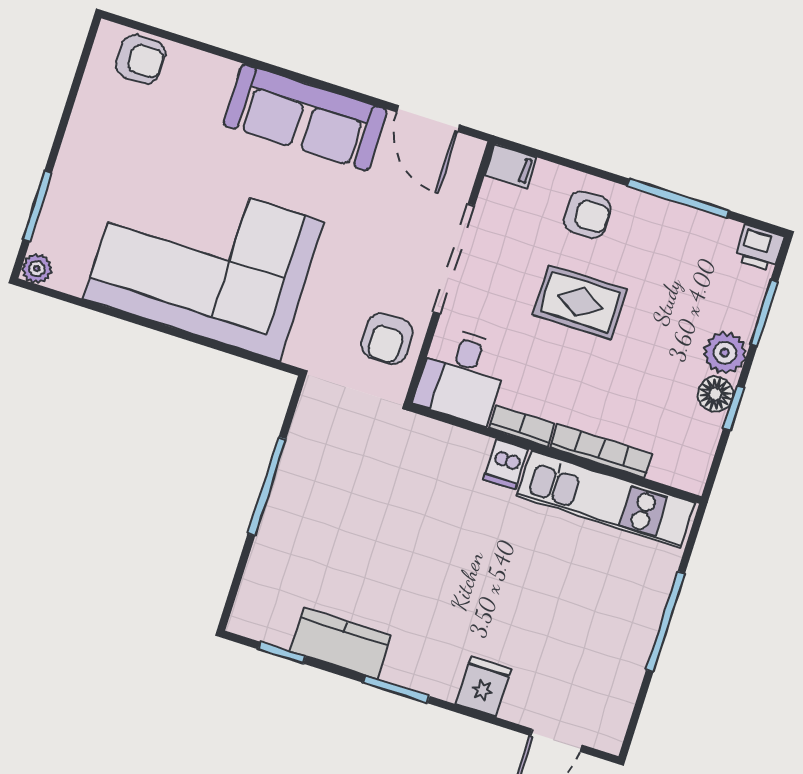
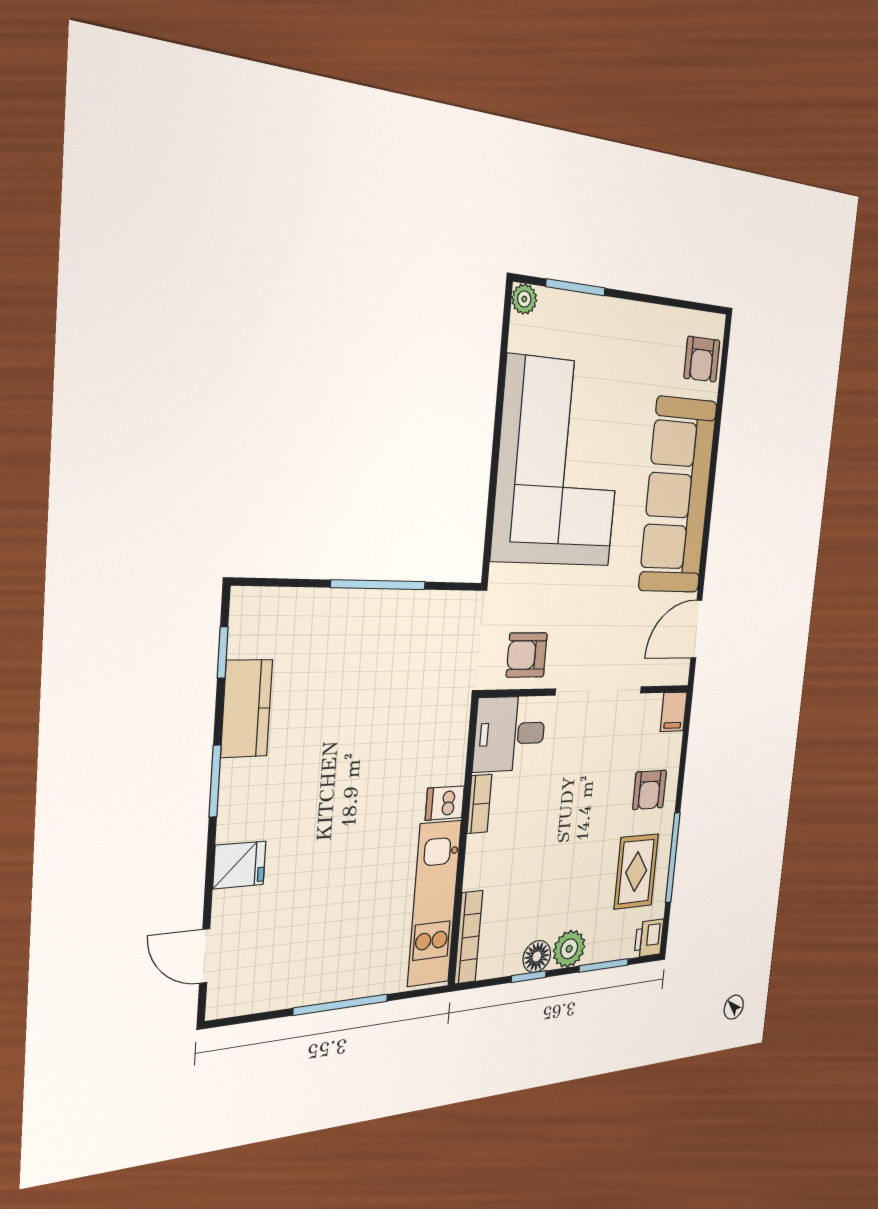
sofa: (305, 117) -> (678, 496), width x1.36, depth x1.27
rug: (580, 302) -> (636, 872), moved
bookcase: (601, 451) -> (469, 937), moved

